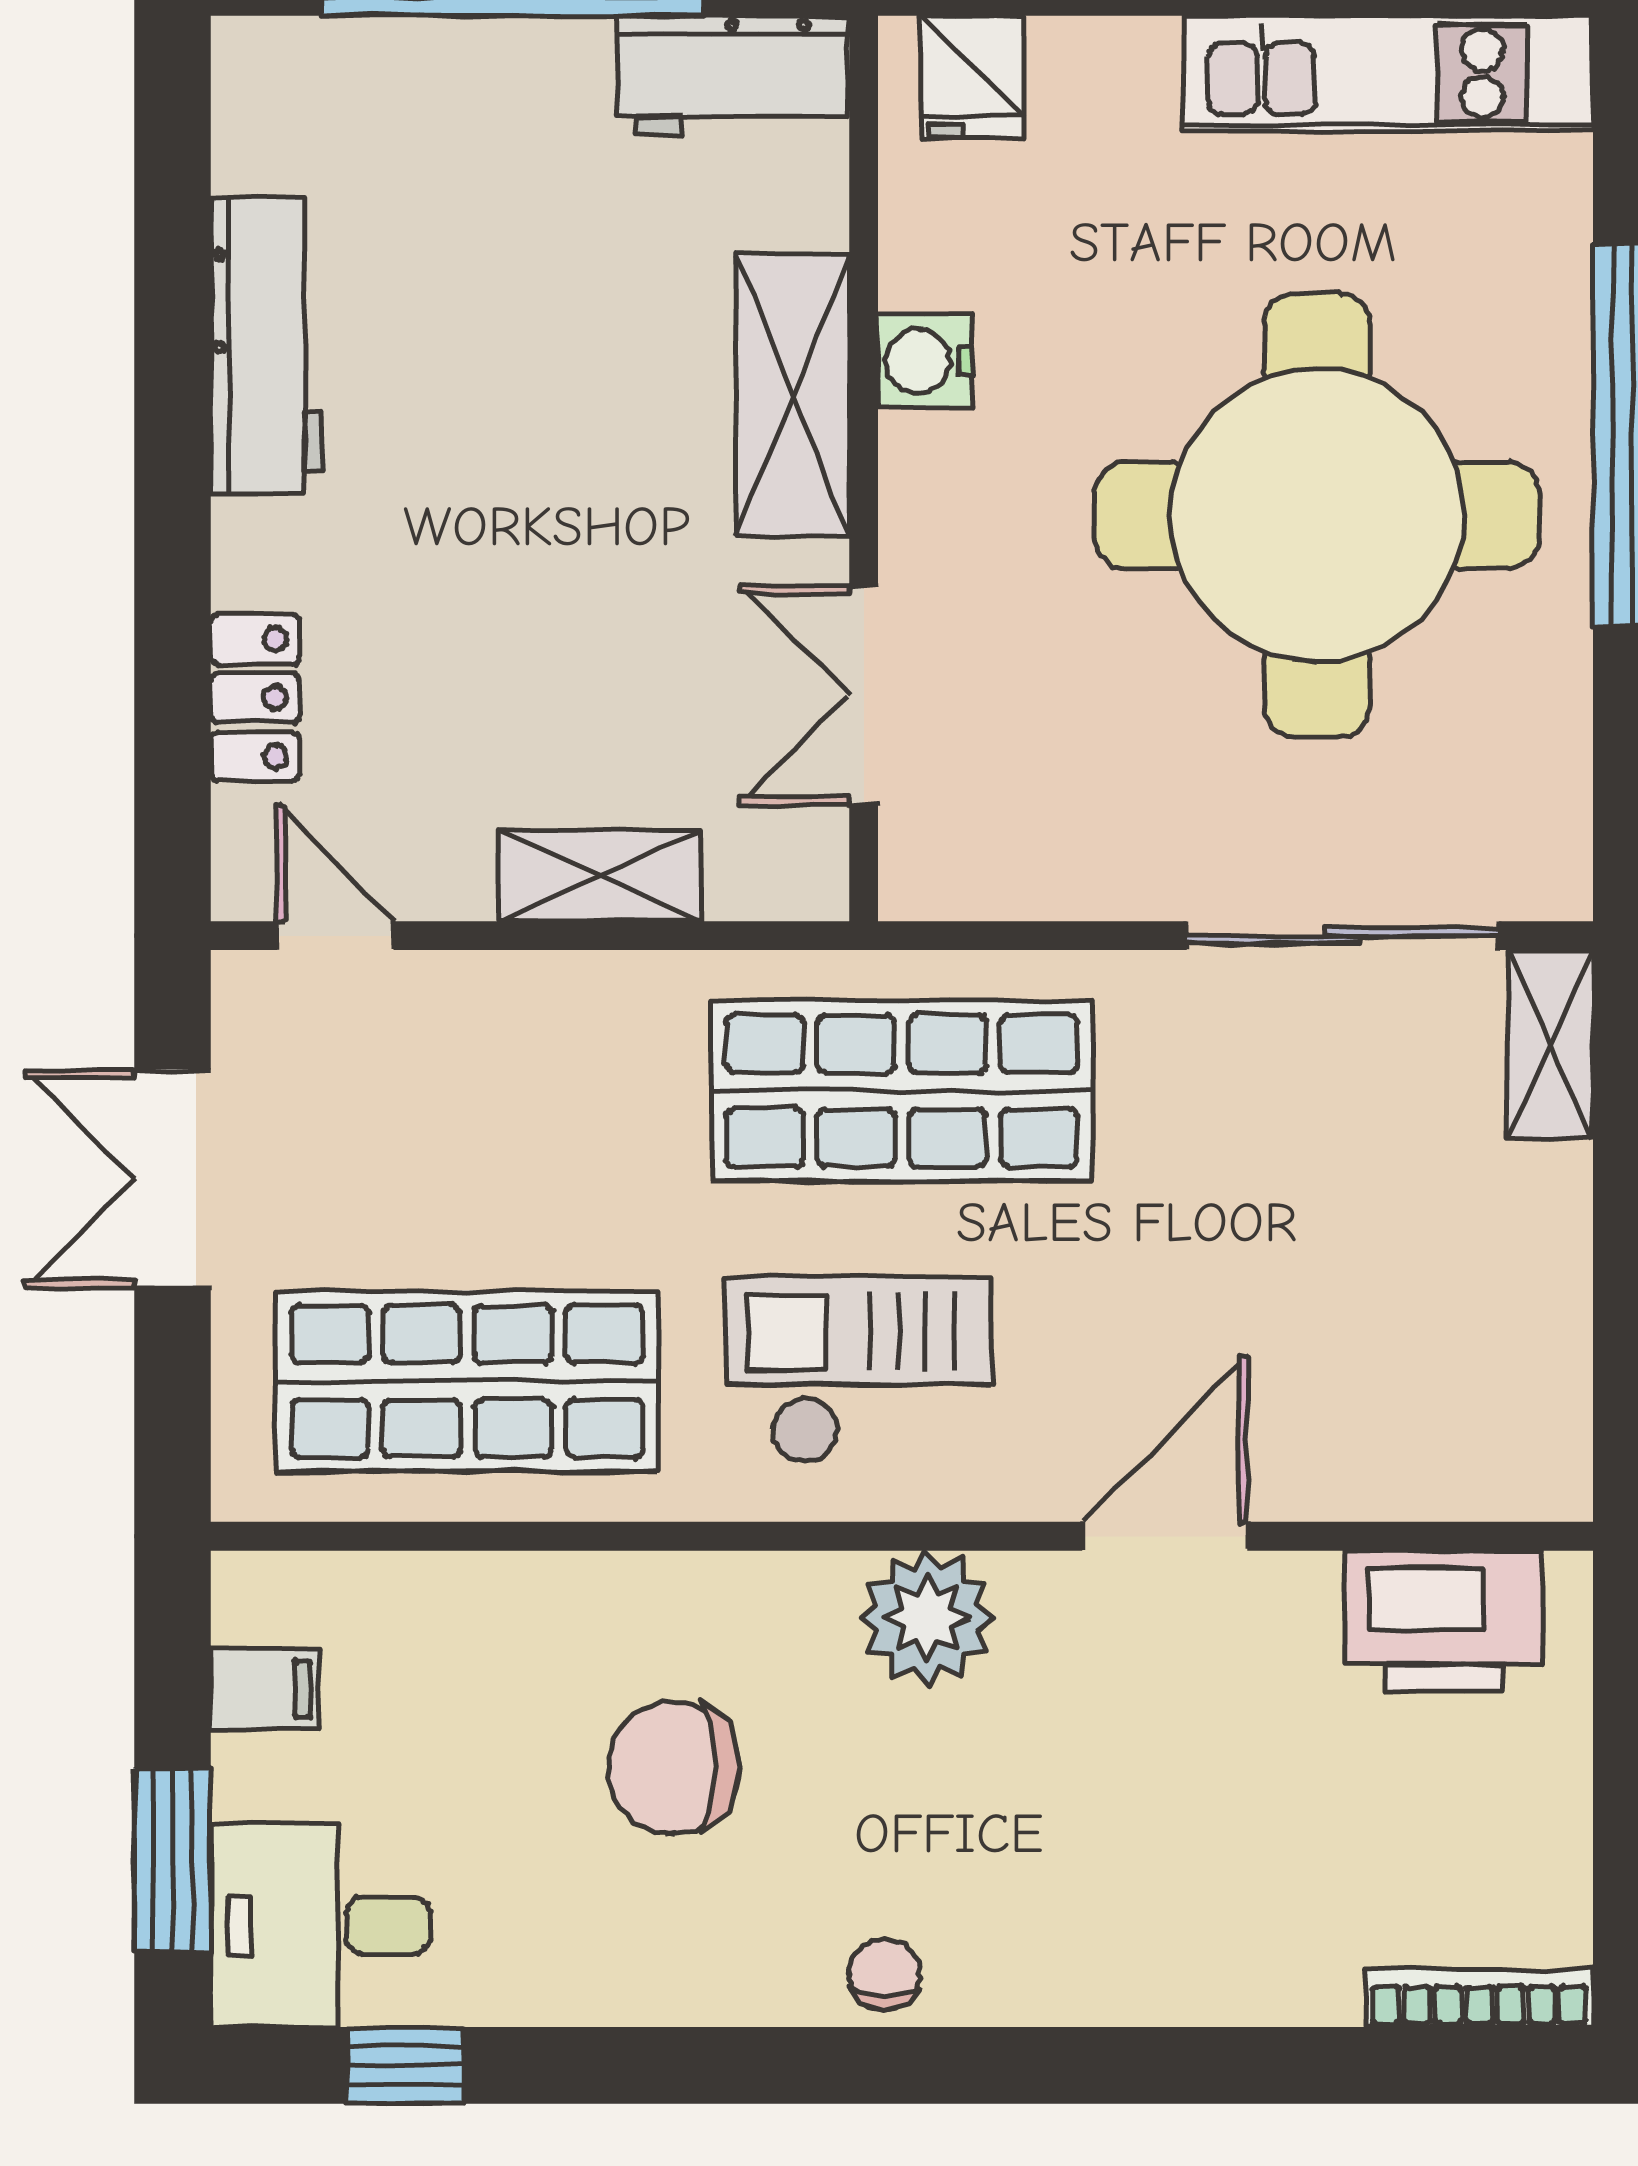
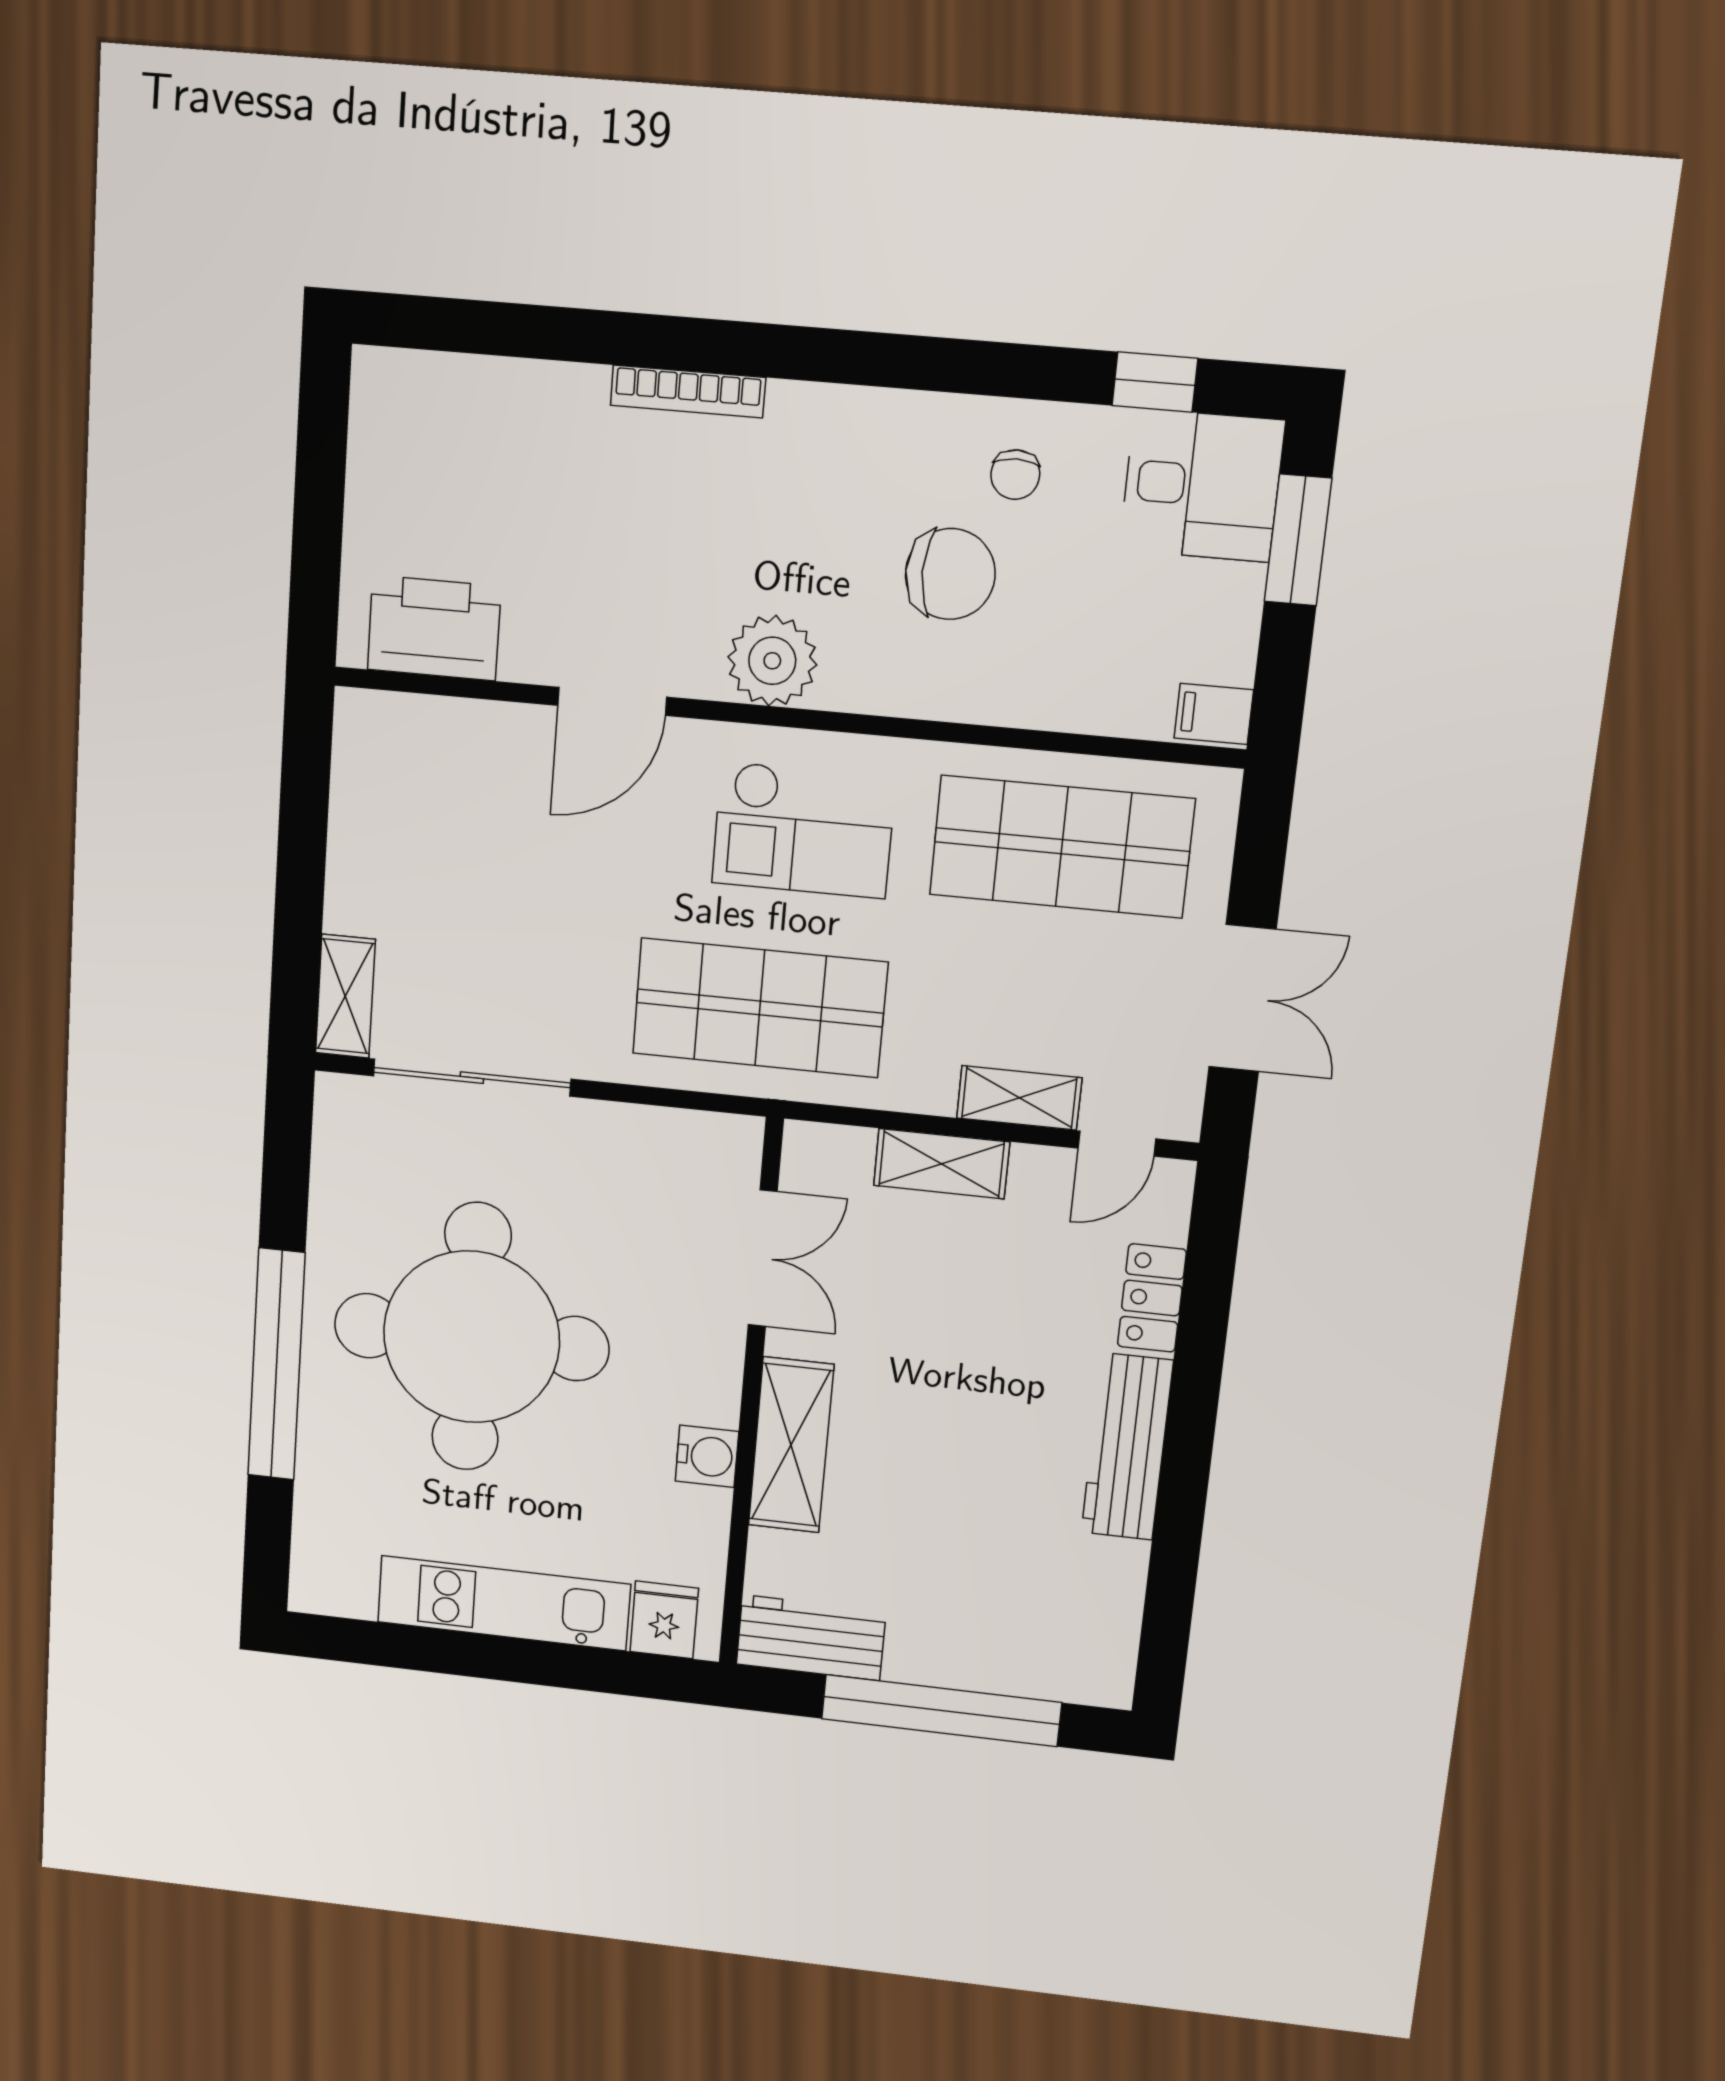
kitchen unit: (1388, 73) -> (504, 1603), moved
workbench: (267, 346) -> (1127, 1447), moved
door: (335, 936) -> (1117, 1144), hinge flipped
shelving: (491, 991) -> (1019, 1098), added
filing cabinet: (265, 1689) -> (1214, 714), moved
chair: (884, 1974) -> (1015, 475), moved
bookcase: (1479, 1998) -> (688, 391), moved

